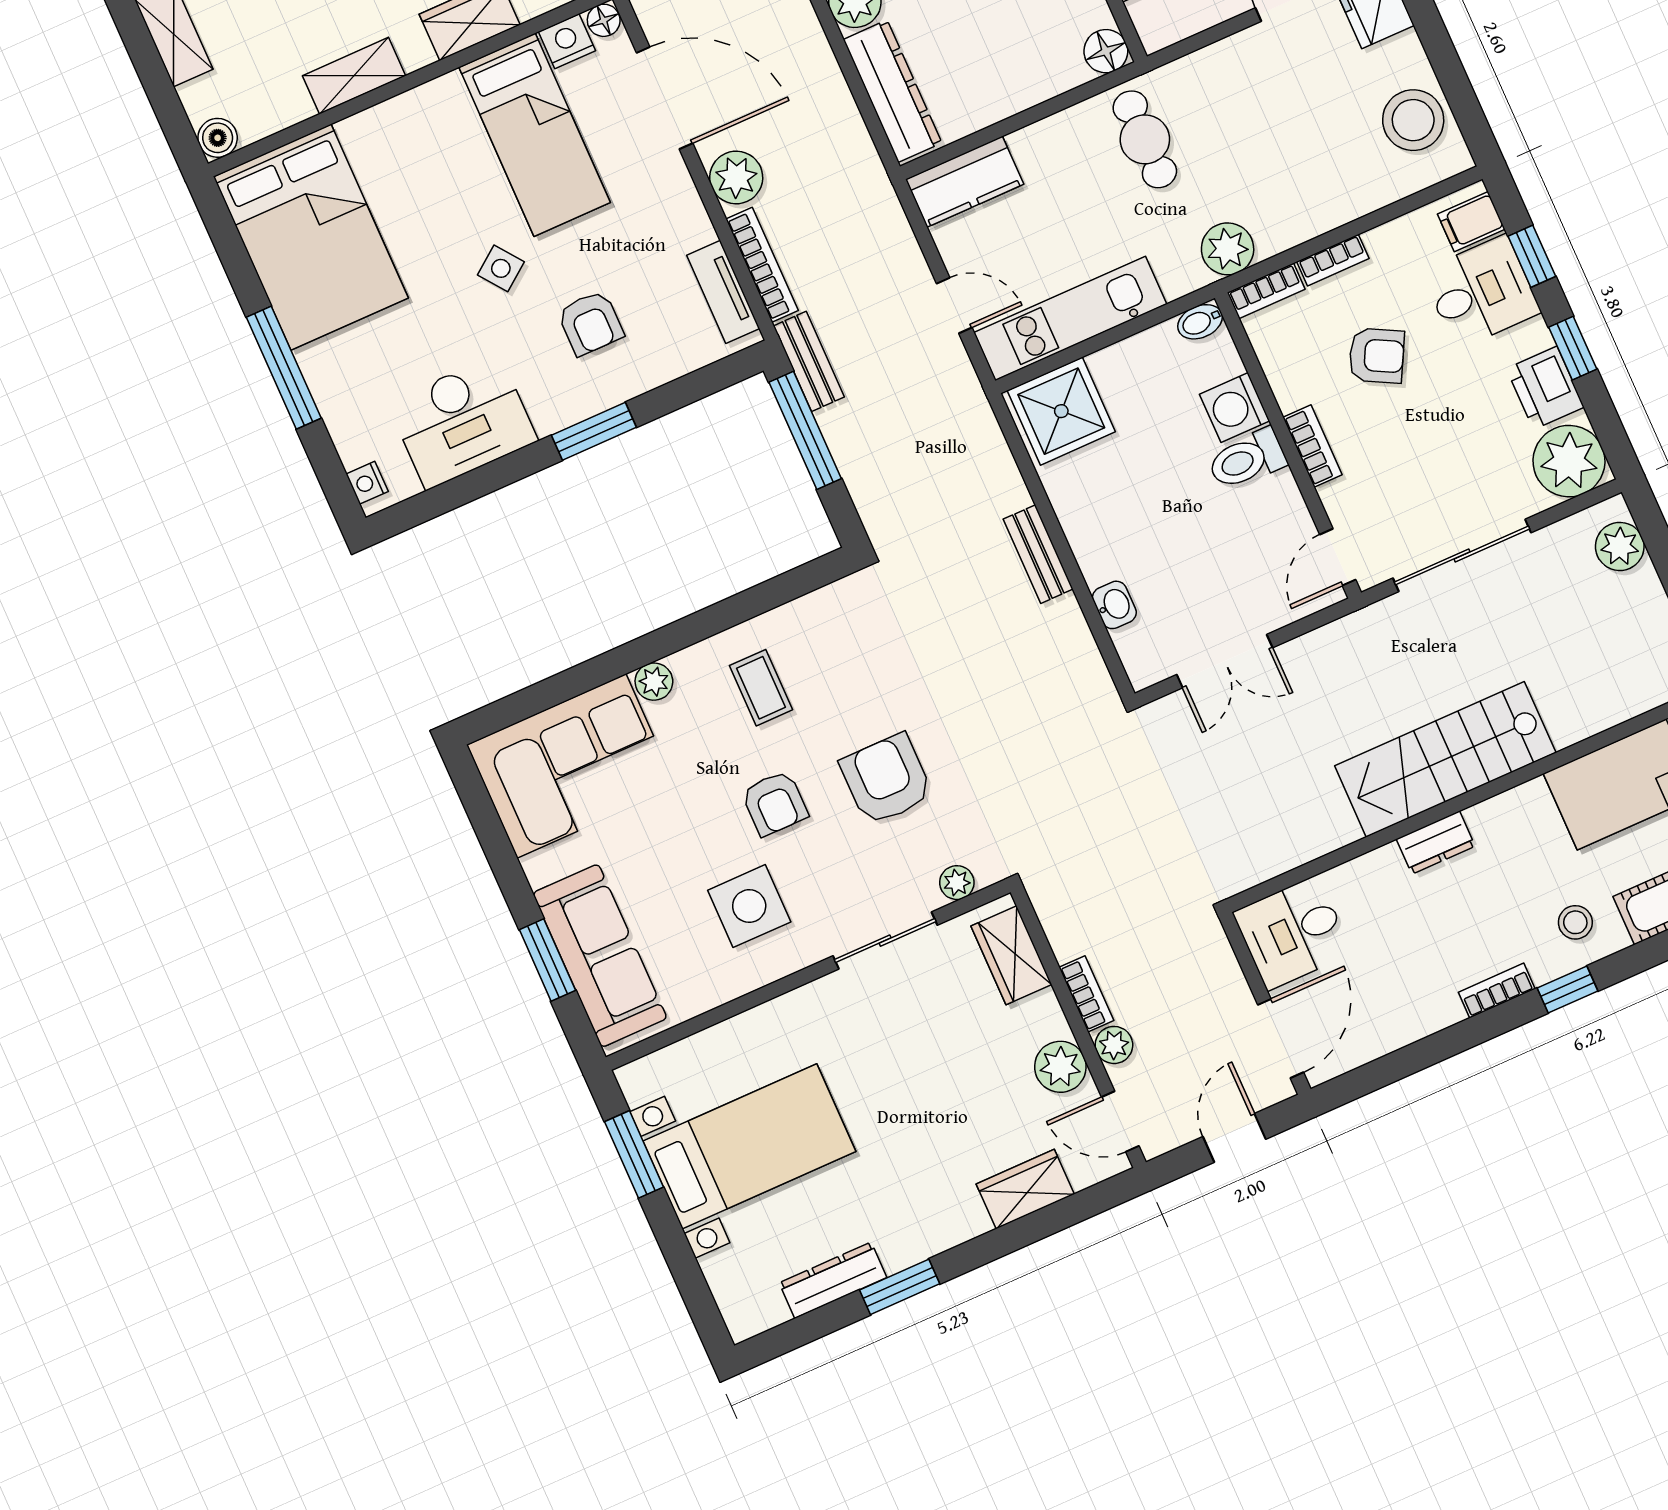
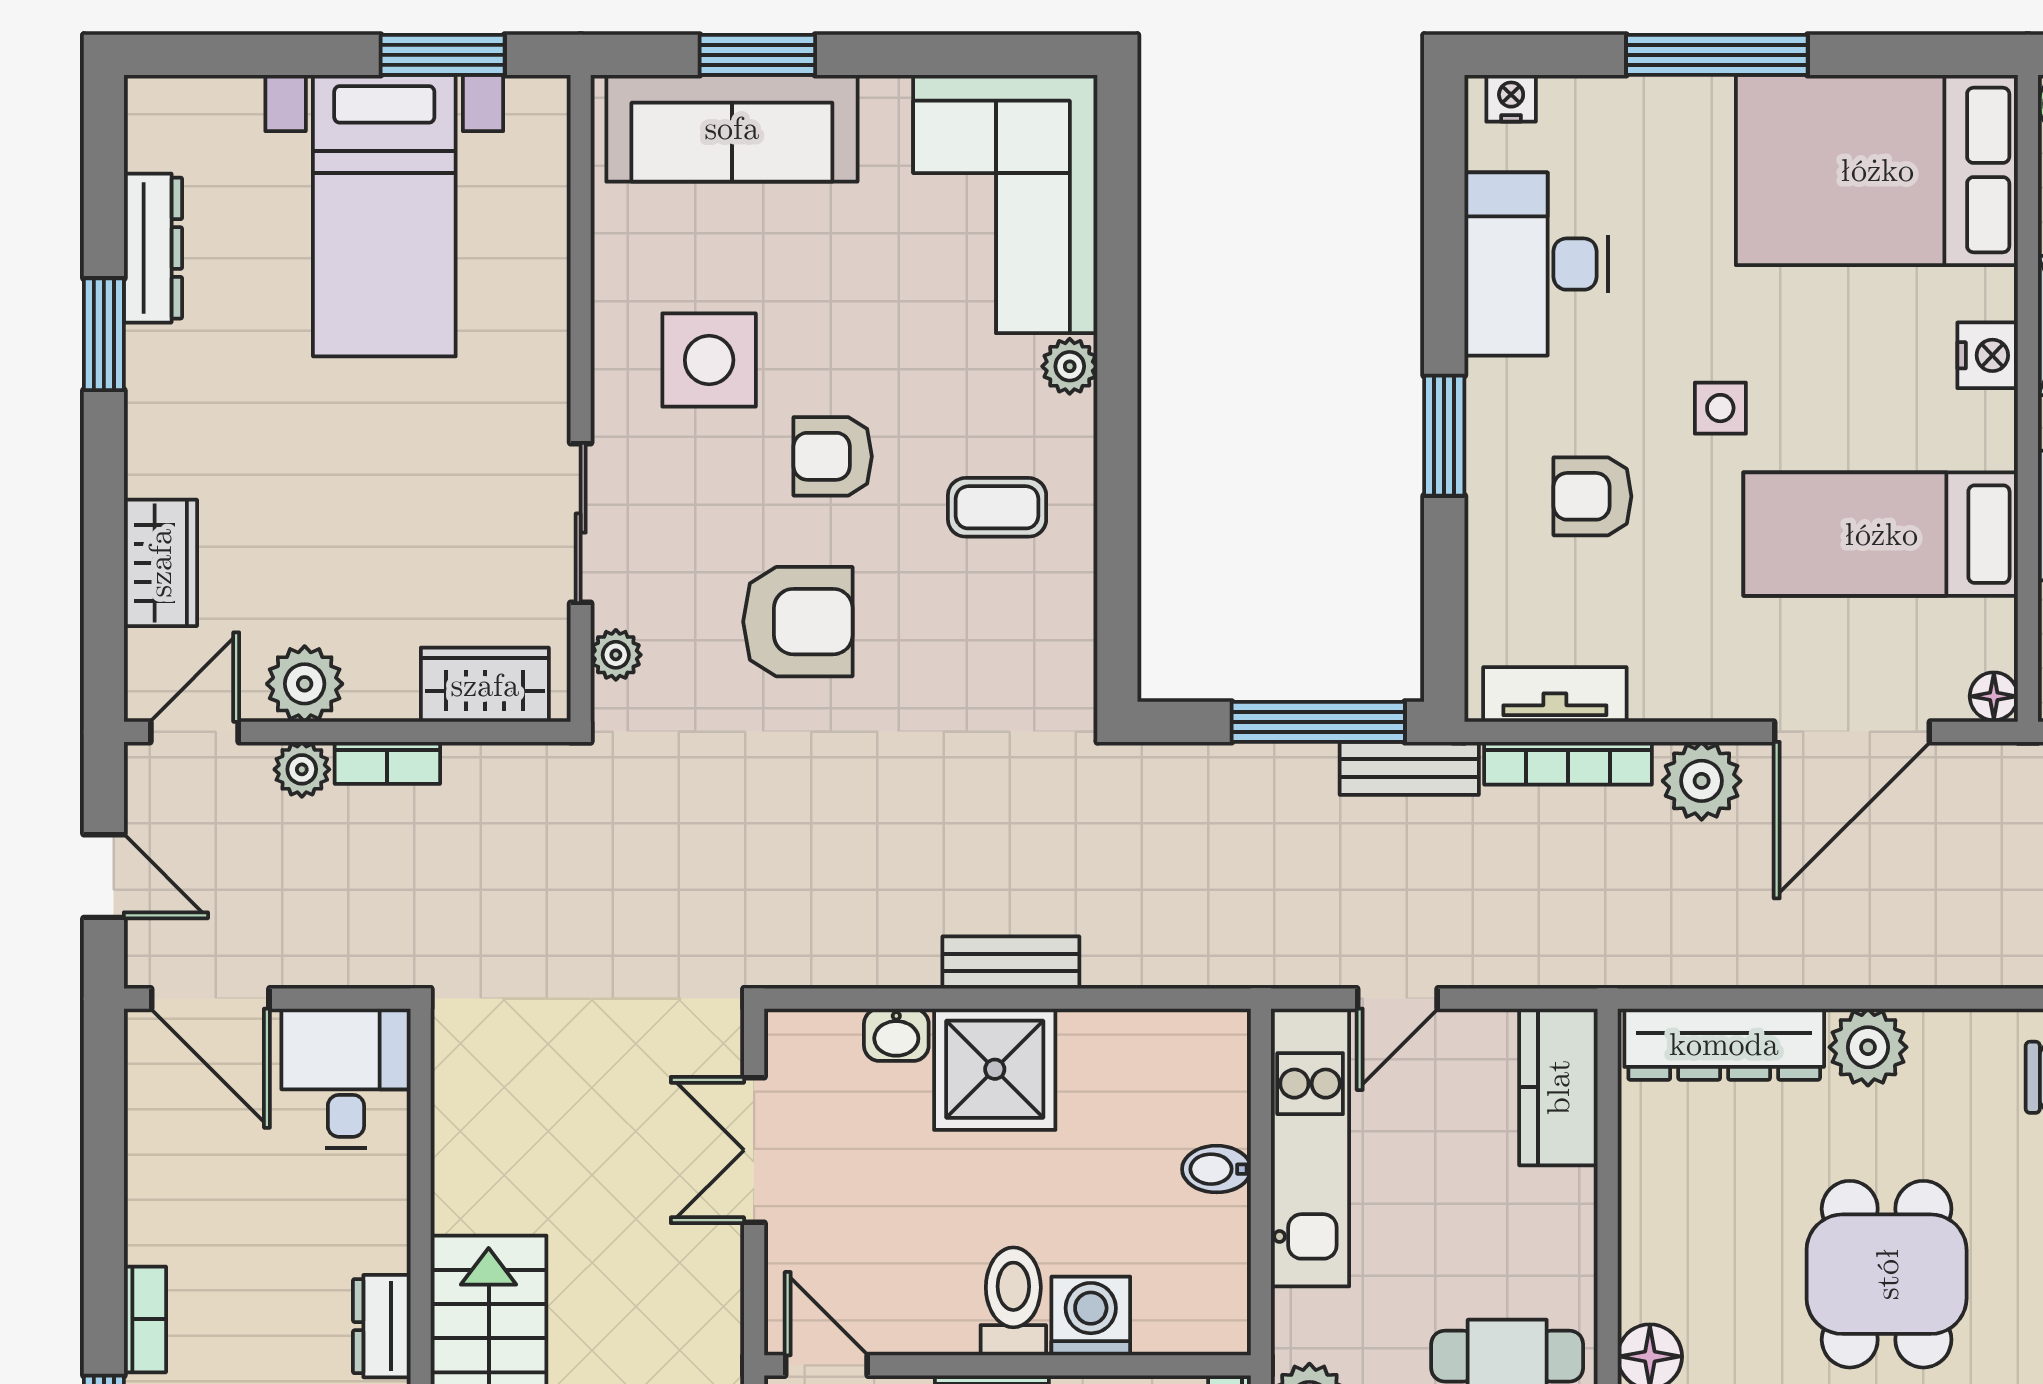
nightstand: (567, 41) -> (1988, 355), moved
side table: (501, 268) -> (1720, 408), turned 37
bidet: (1200, 322) -> (1216, 1169), moved, turned -90
shower: (1061, 411) -> (995, 1069), moved

